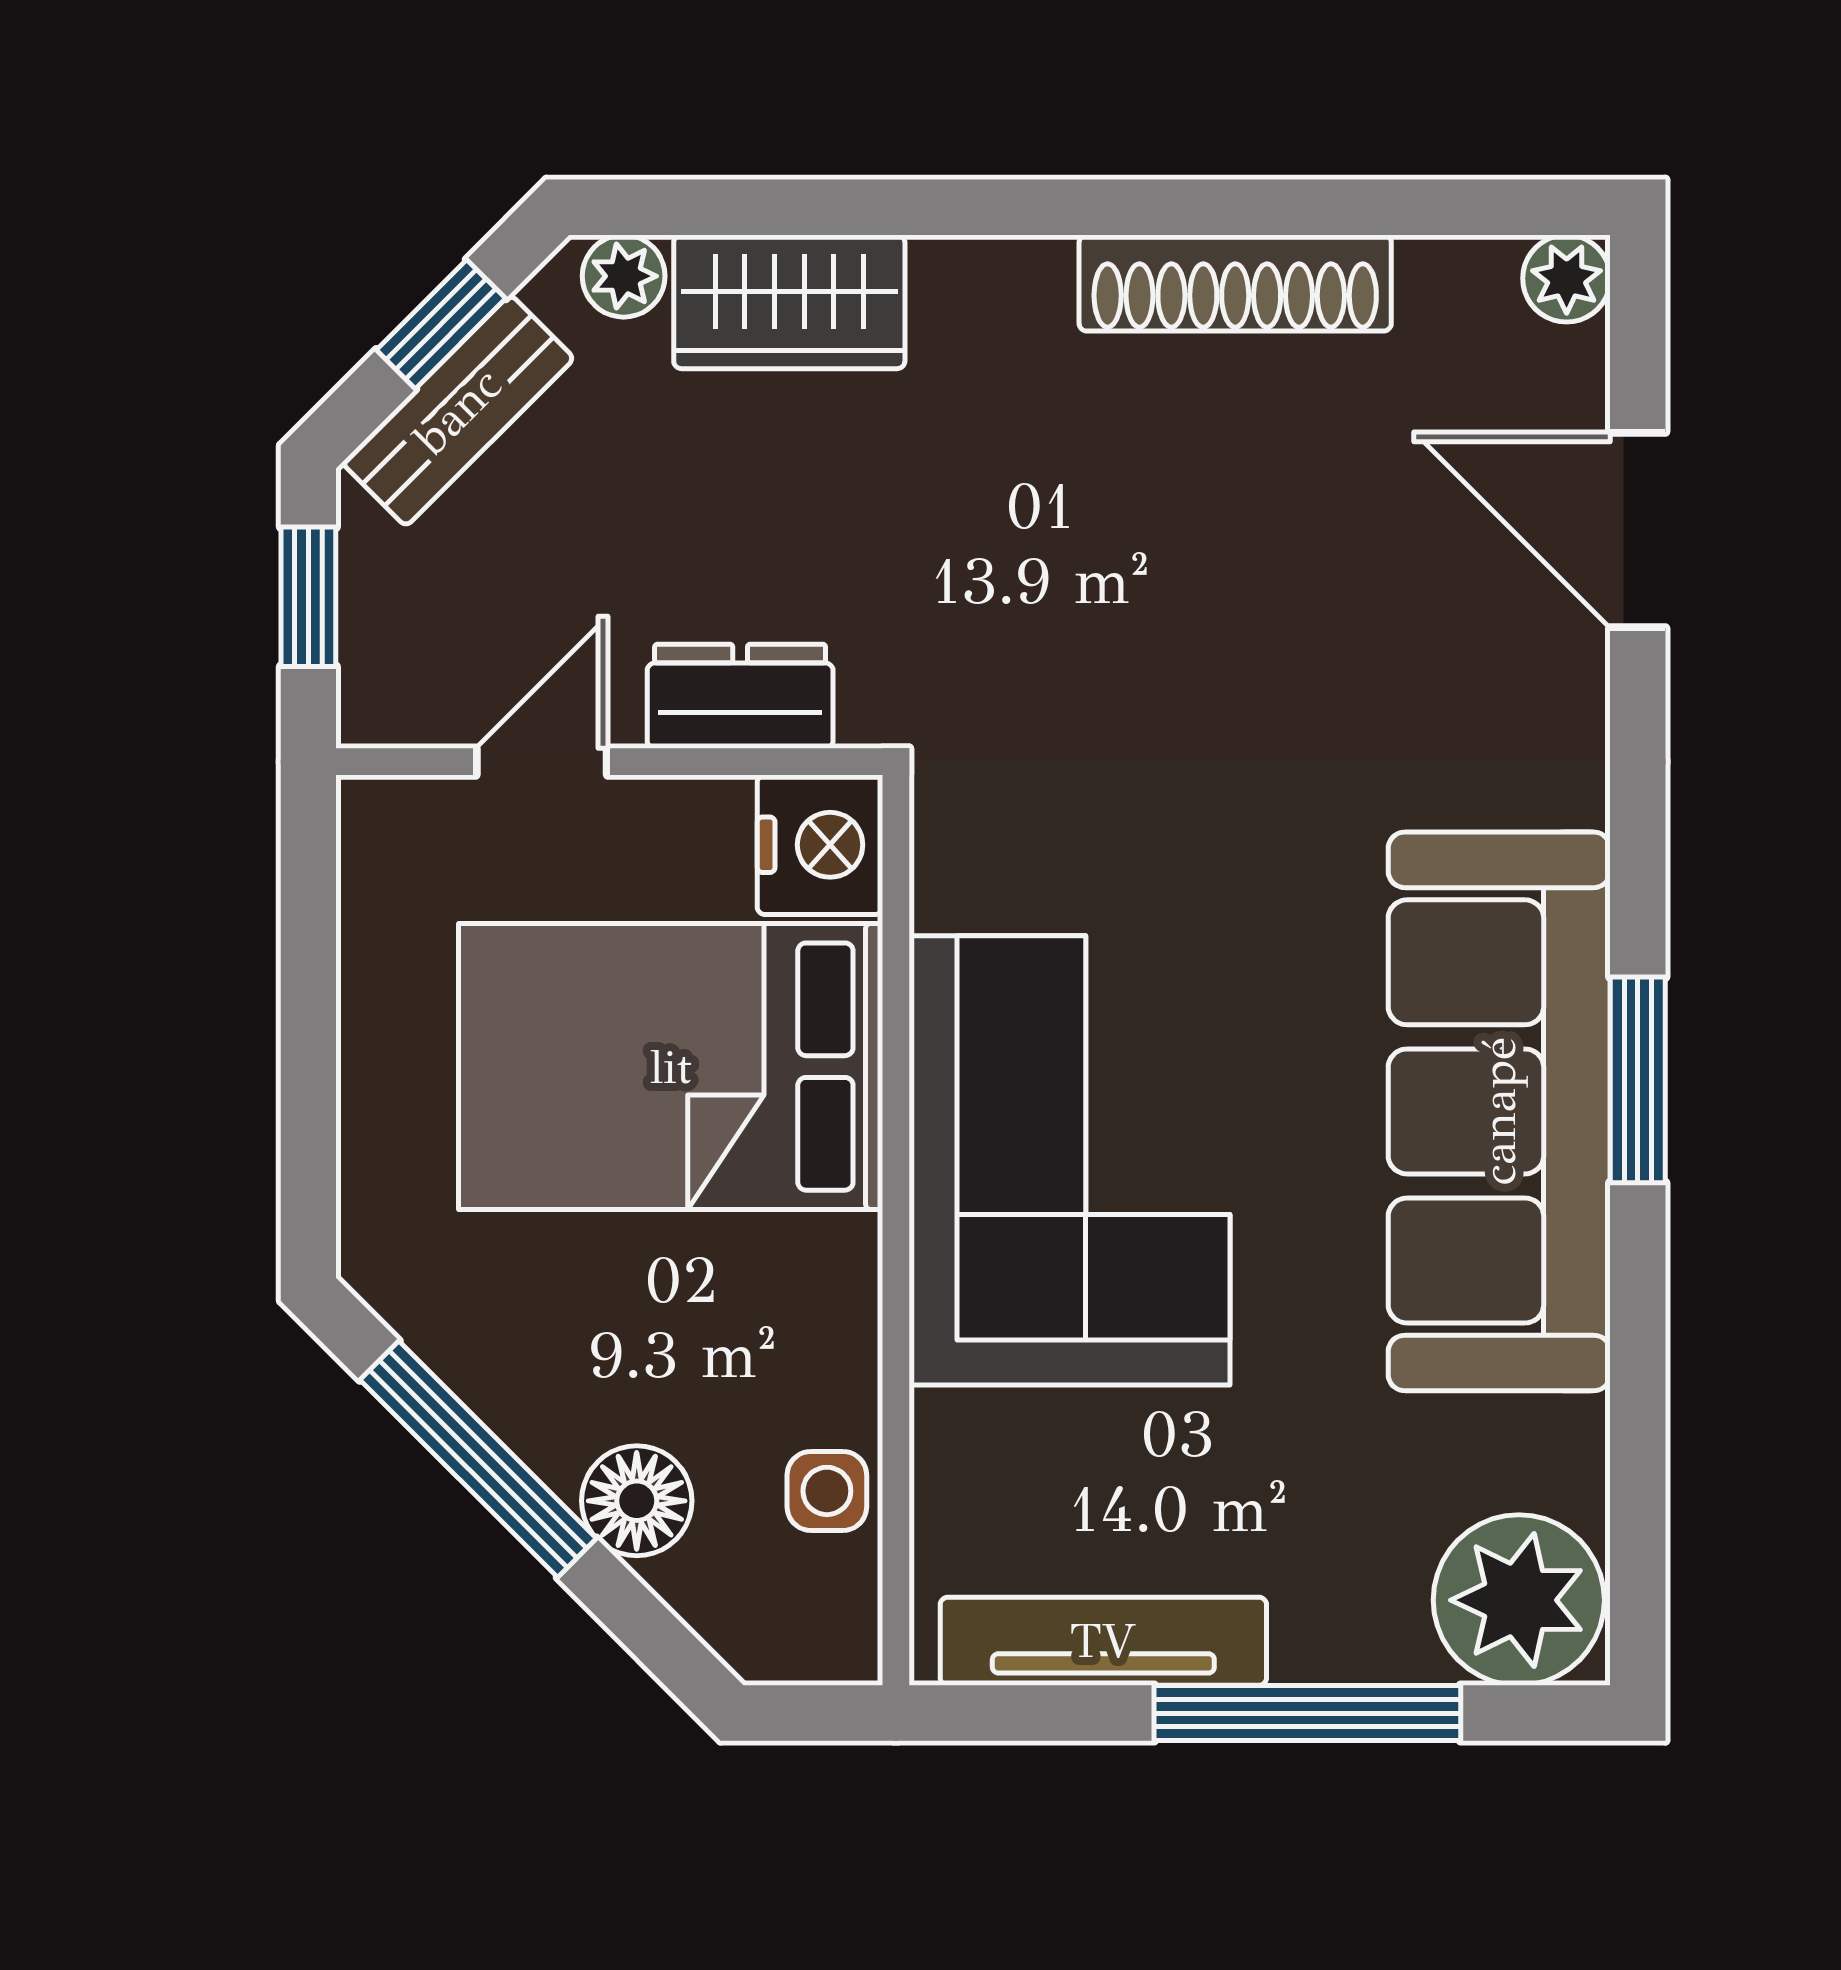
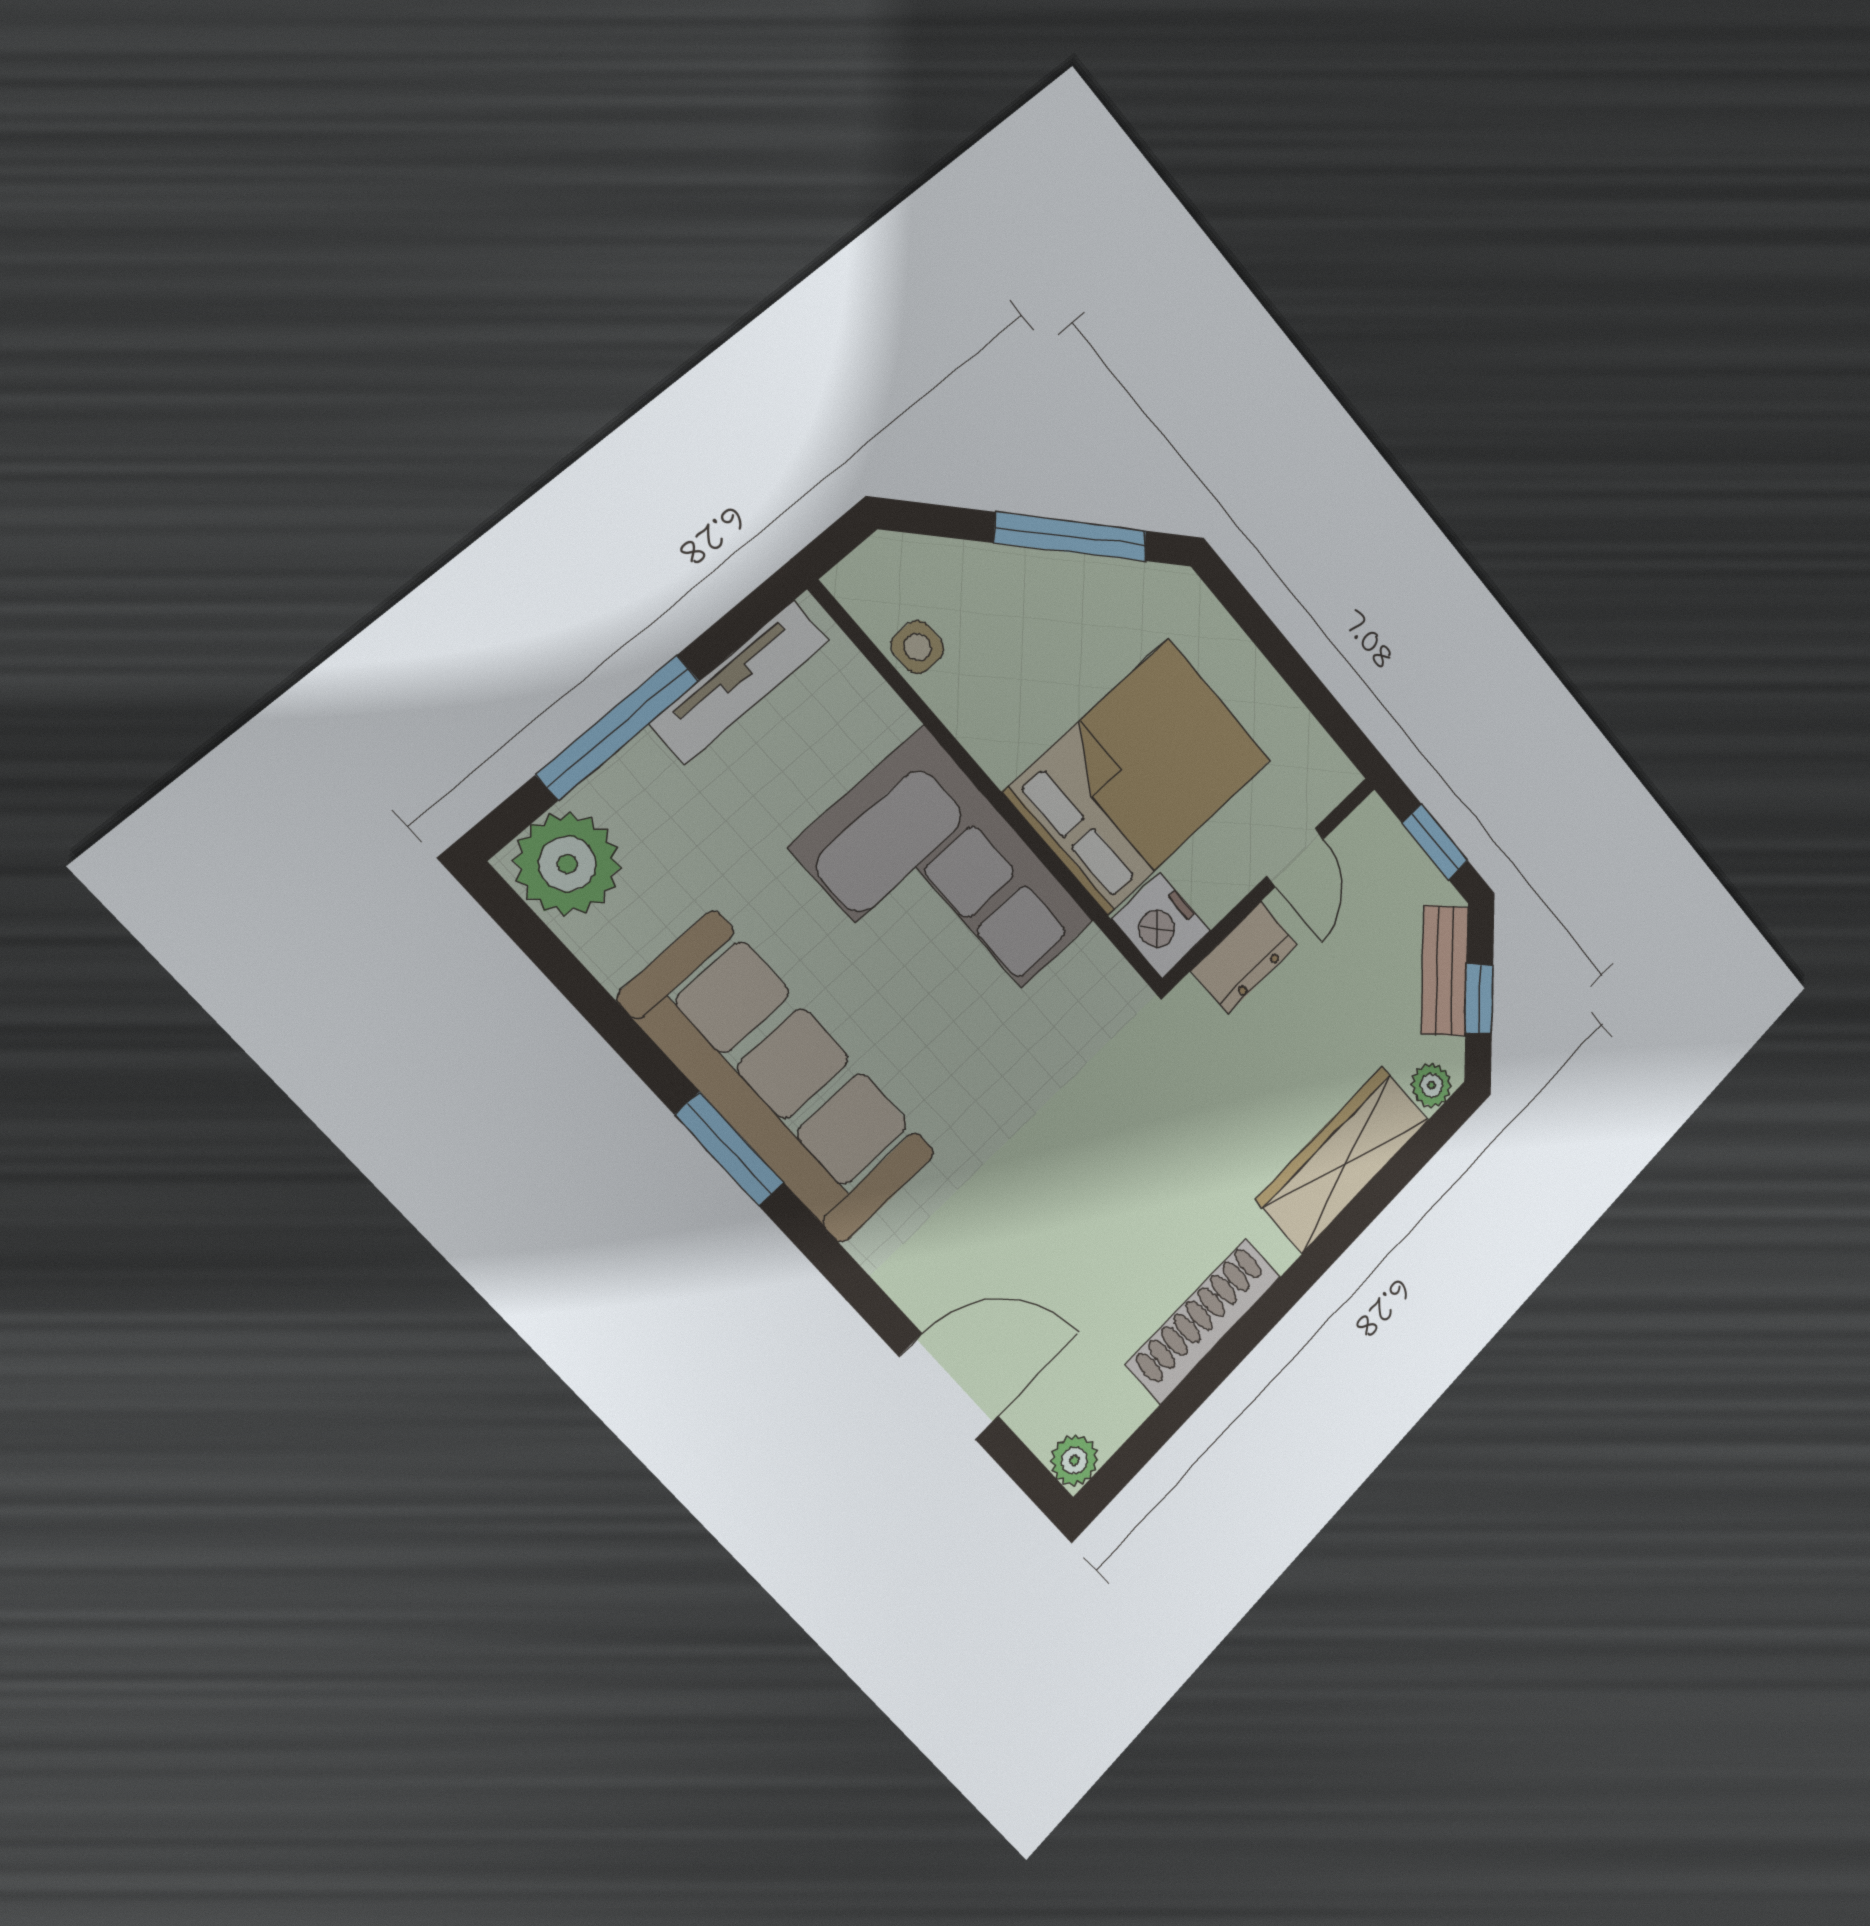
wardrobe: (789, 302) -> (1343, 1159), width x1.50
floor lamp: (637, 1501) -> (992, 574), removed

